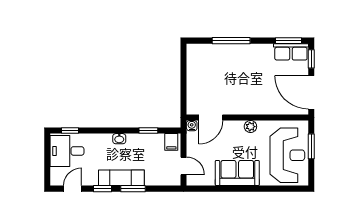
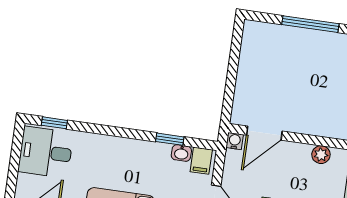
washbasin: (119, 139) -> (181, 153), moved

